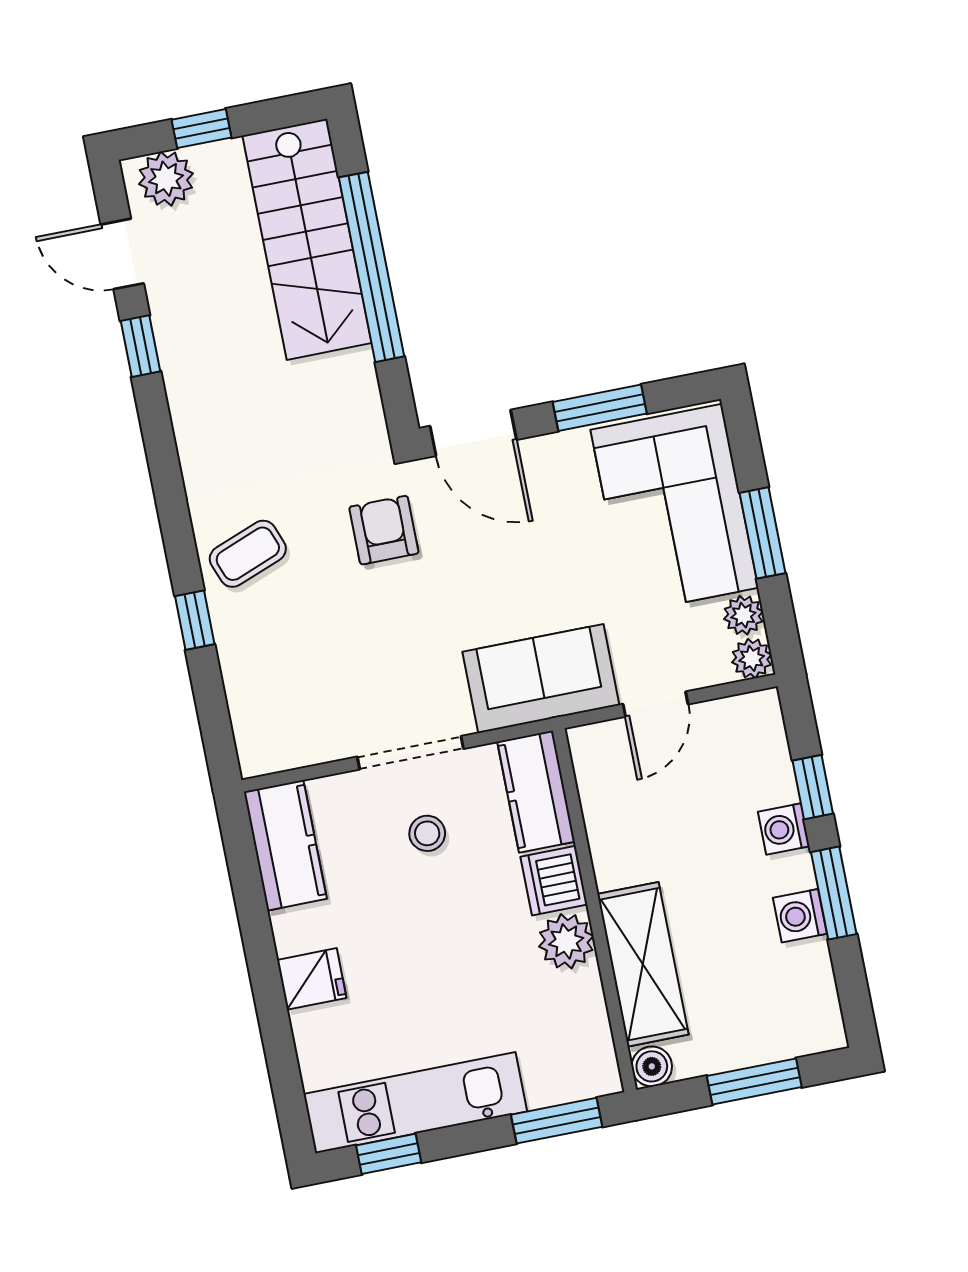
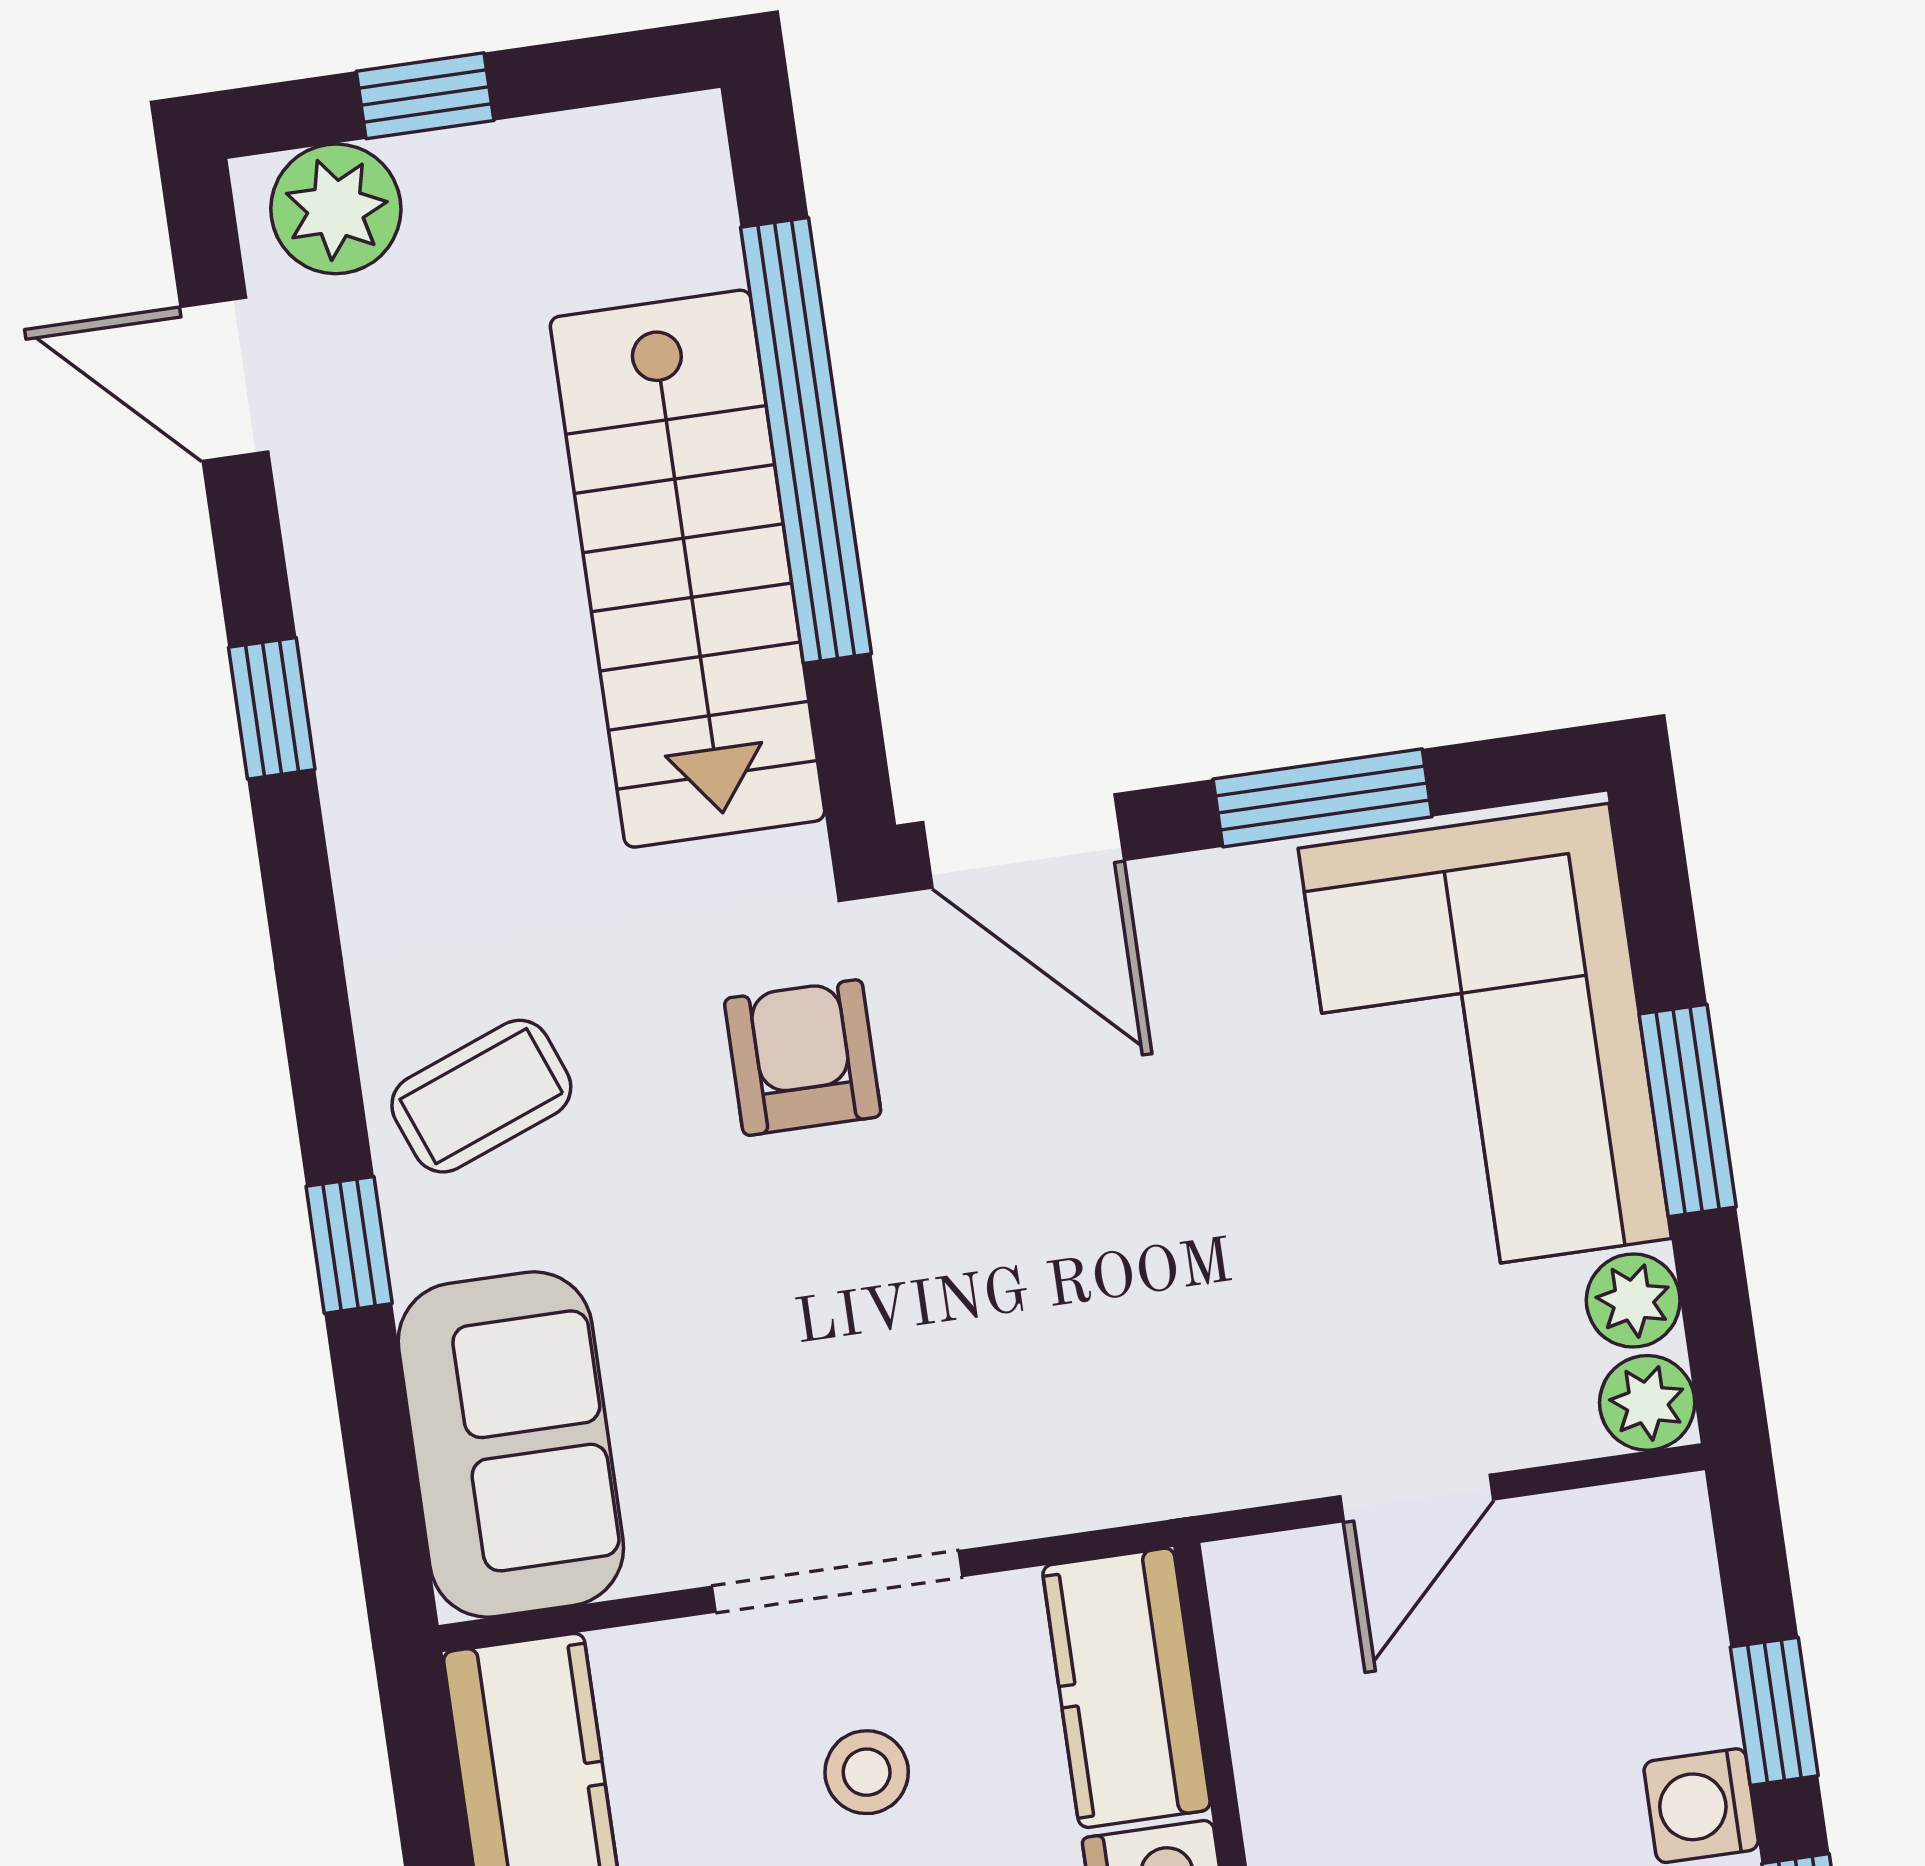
stairs: (307, 239) -> (688, 569), moved
window: (140, 346) -> (272, 708), moved
sofa: (541, 679) -> (511, 1445), moved, turned 90

